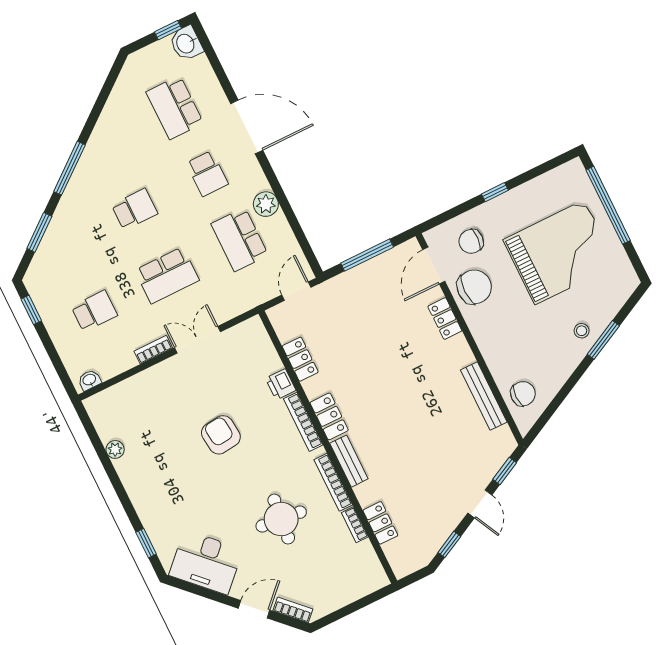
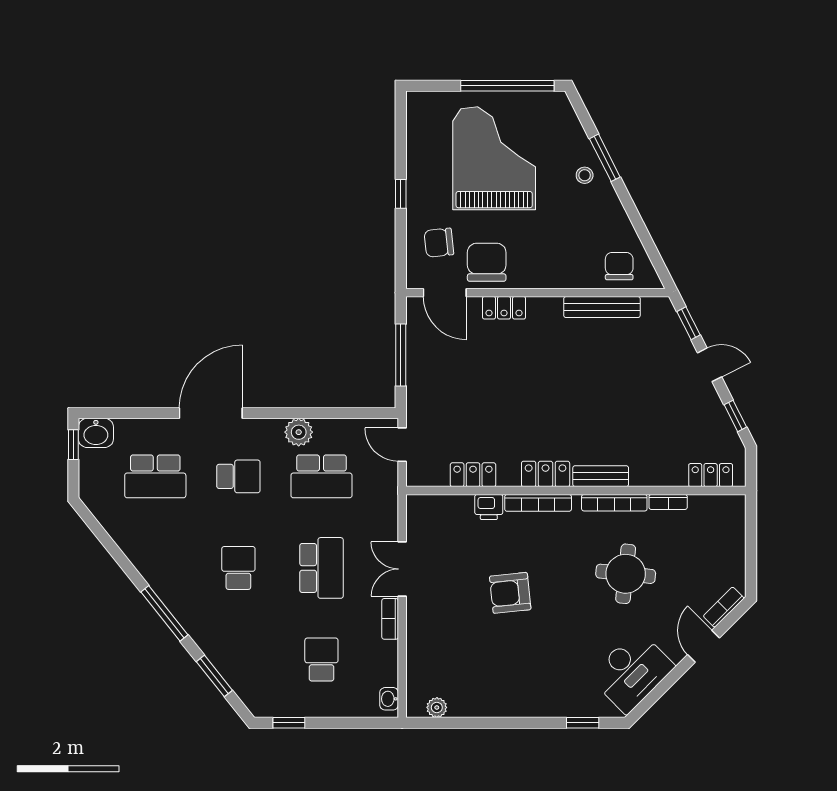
window: (608, 205) -> (507, 86), moved
chair: (471, 241) -> (439, 243), turned 81
plant: (115, 449) -> (437, 707), moved
locker: (380, 523) -> (711, 475), moved

